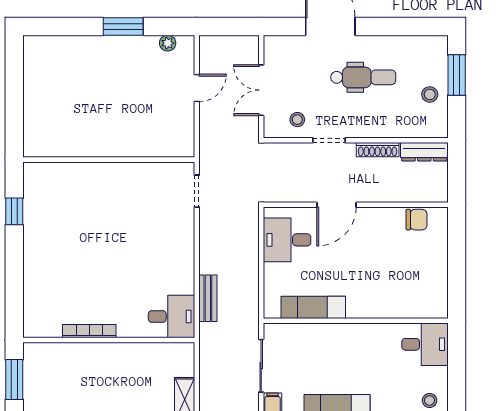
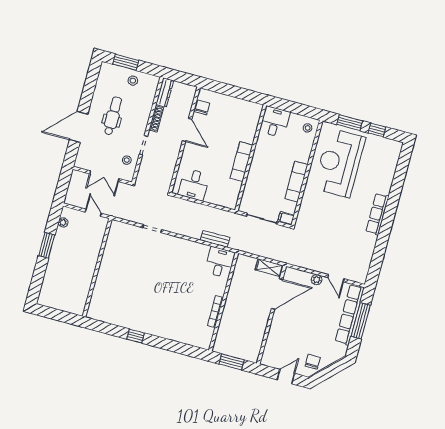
wall: (109, 160) -> (97, 268), moved
door: (336, 205) -> (187, 130), moved
exam couch: (313, 307) -> (241, 162), moved

